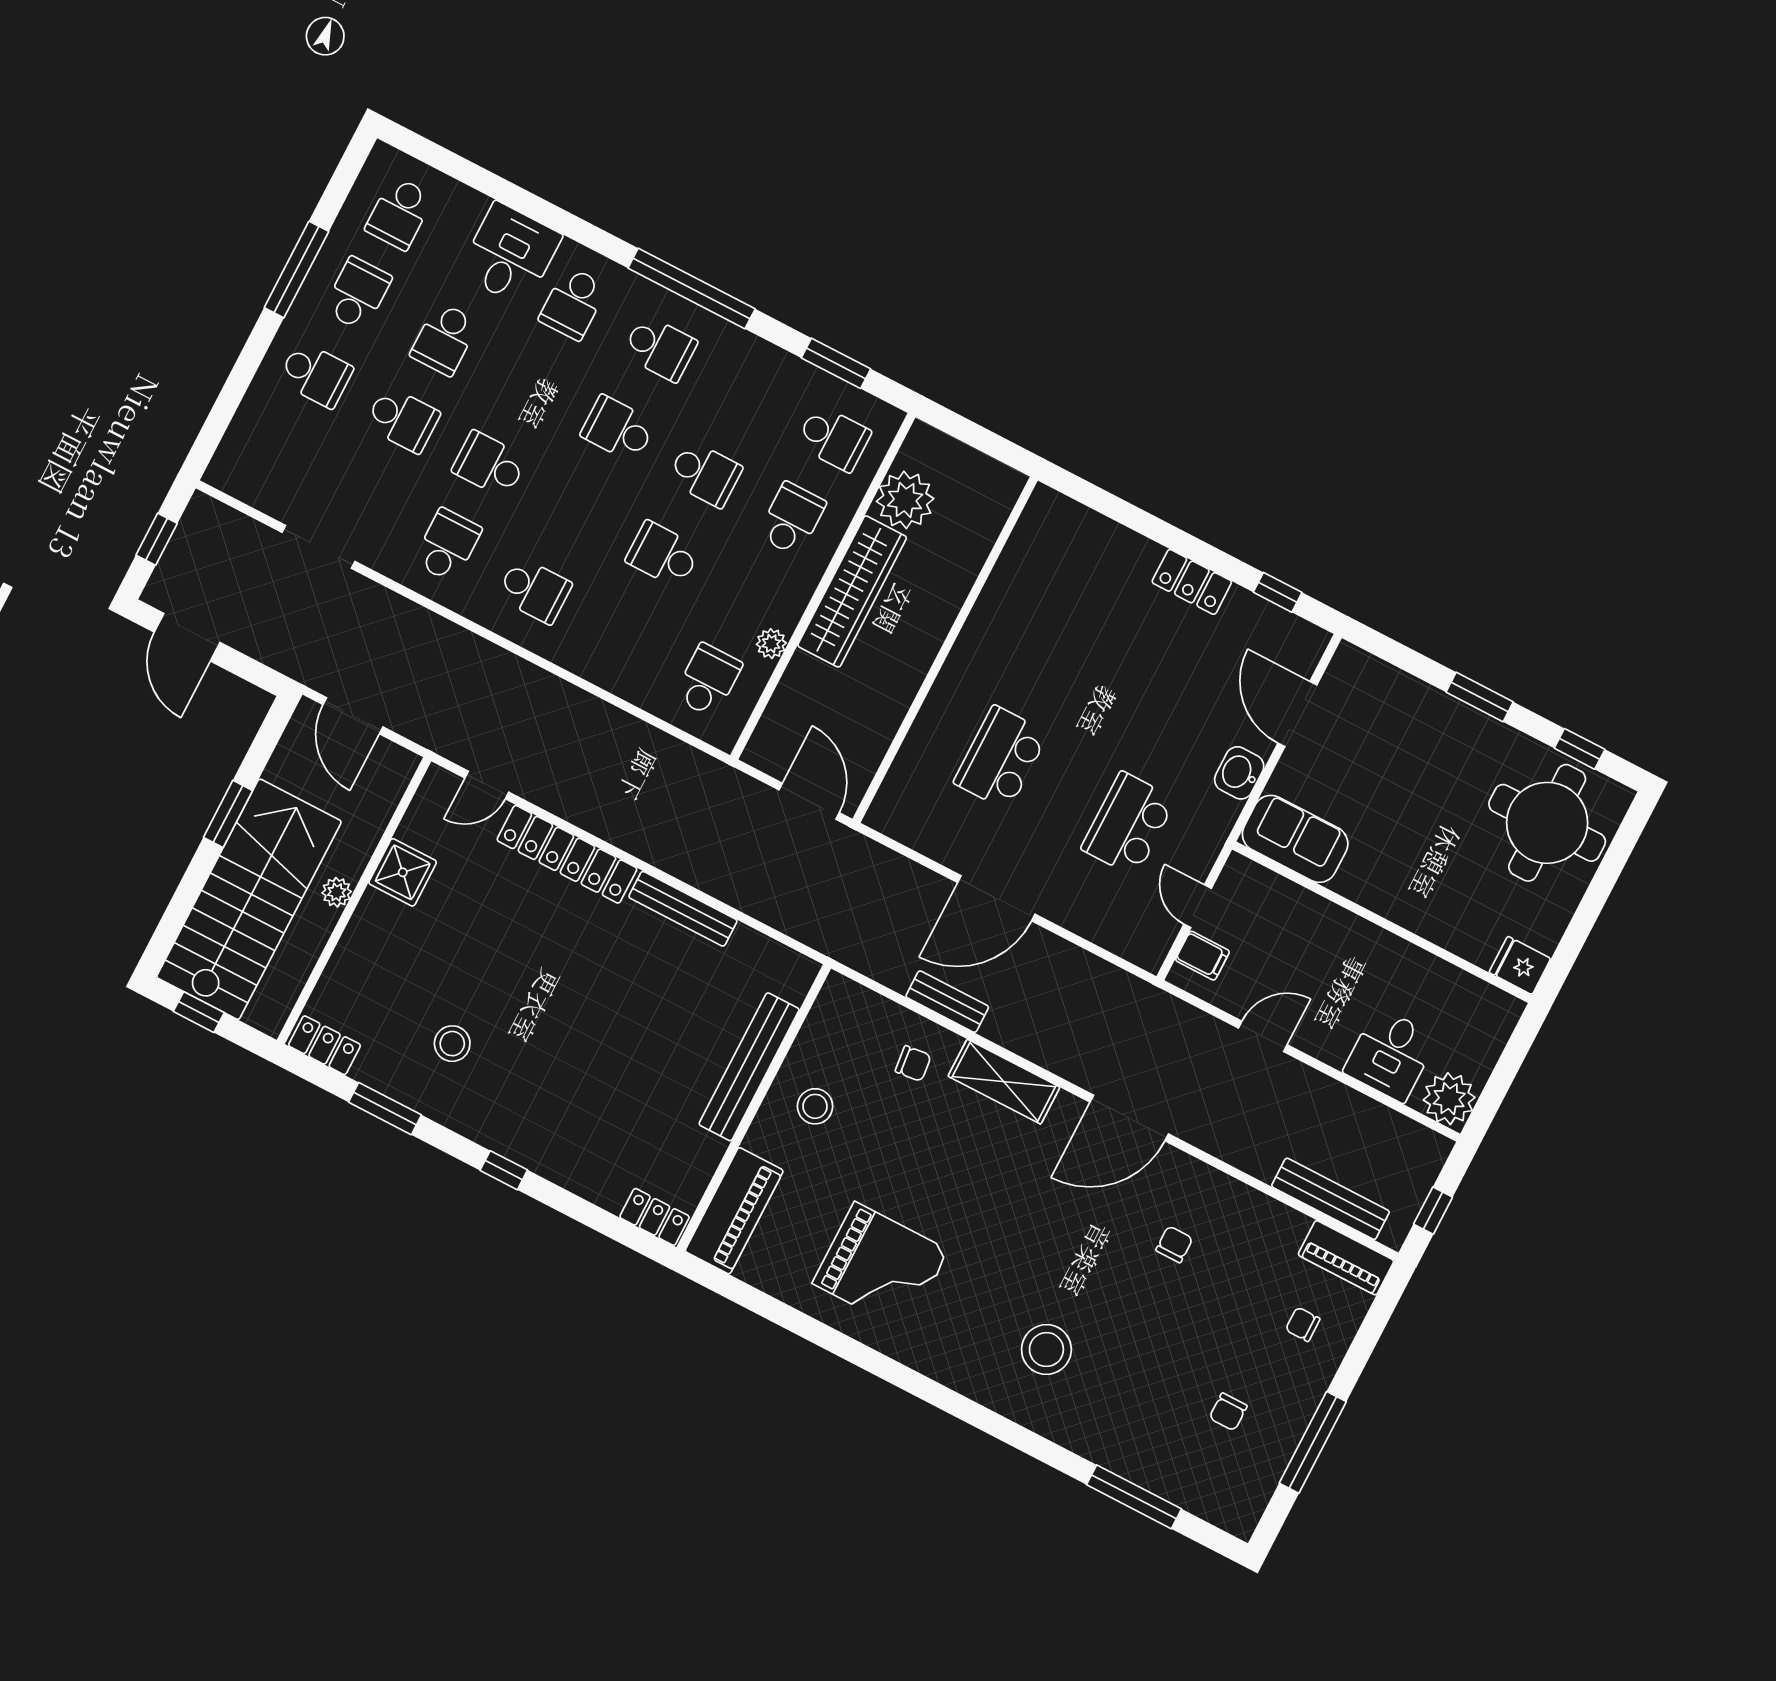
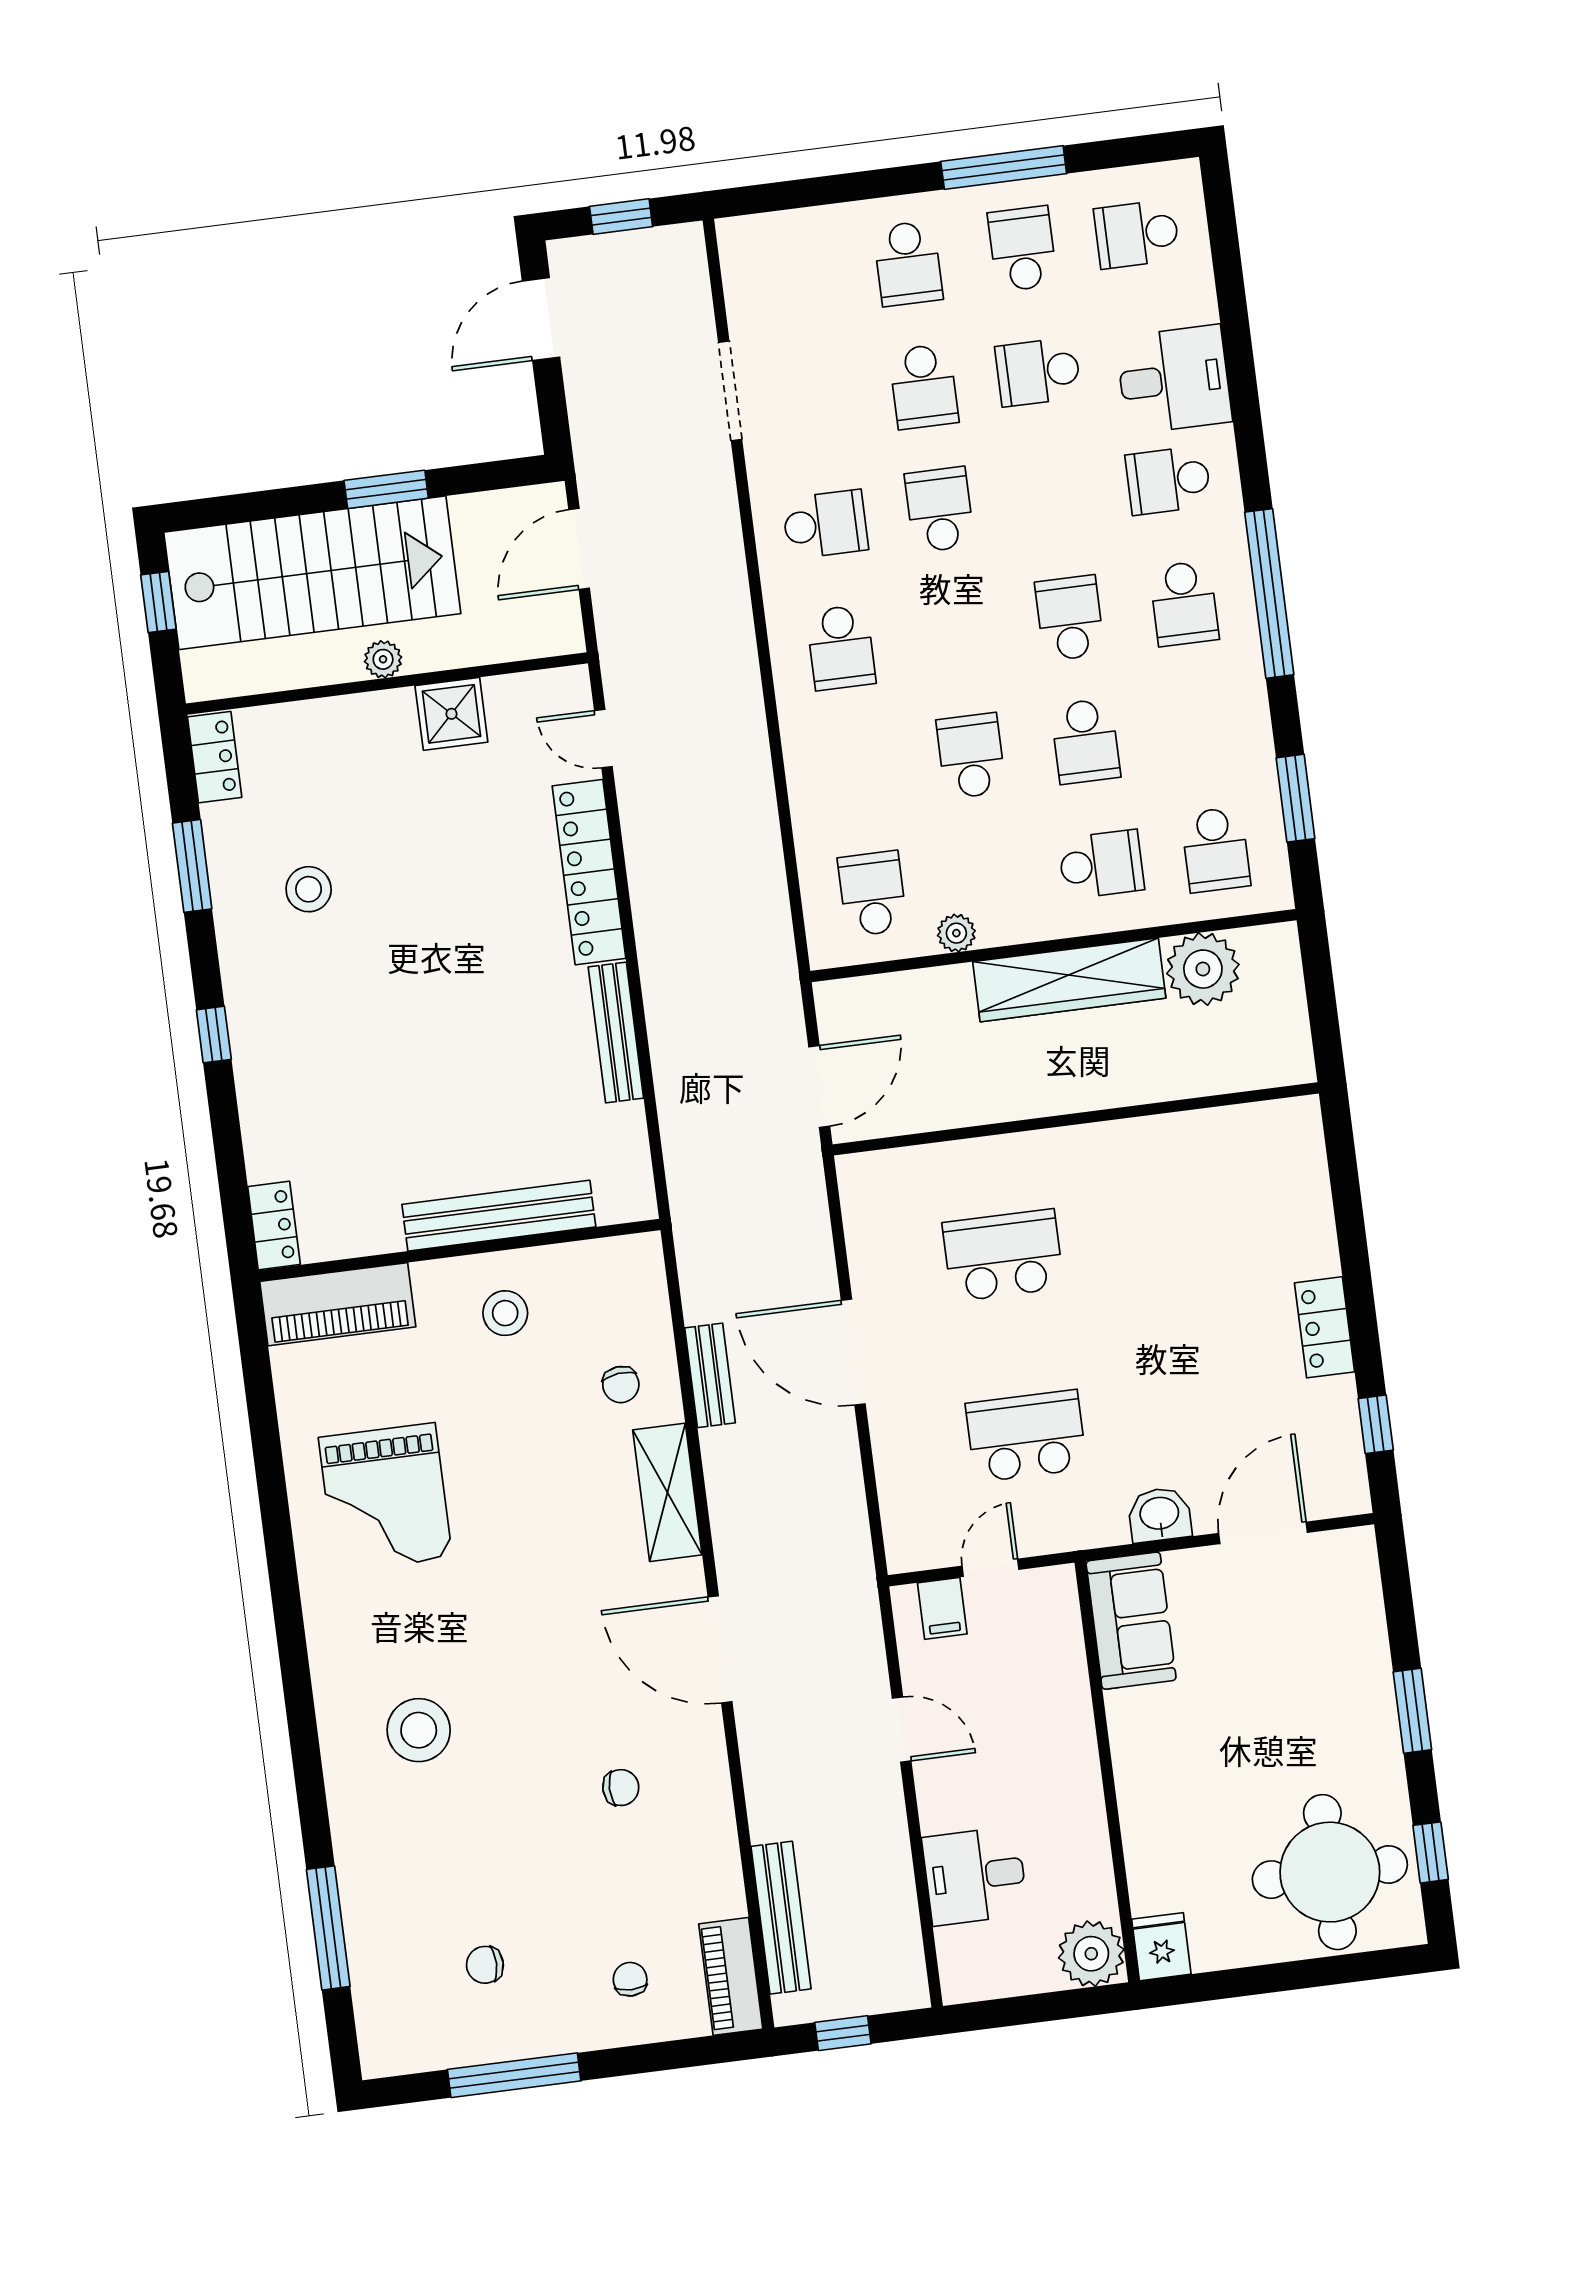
school desk: (358, 294) -> (1022, 249), turned -90
school desk: (708, 680) -> (872, 894), turned -90
plant: (1449, 1099) -> (1091, 1954), moved

